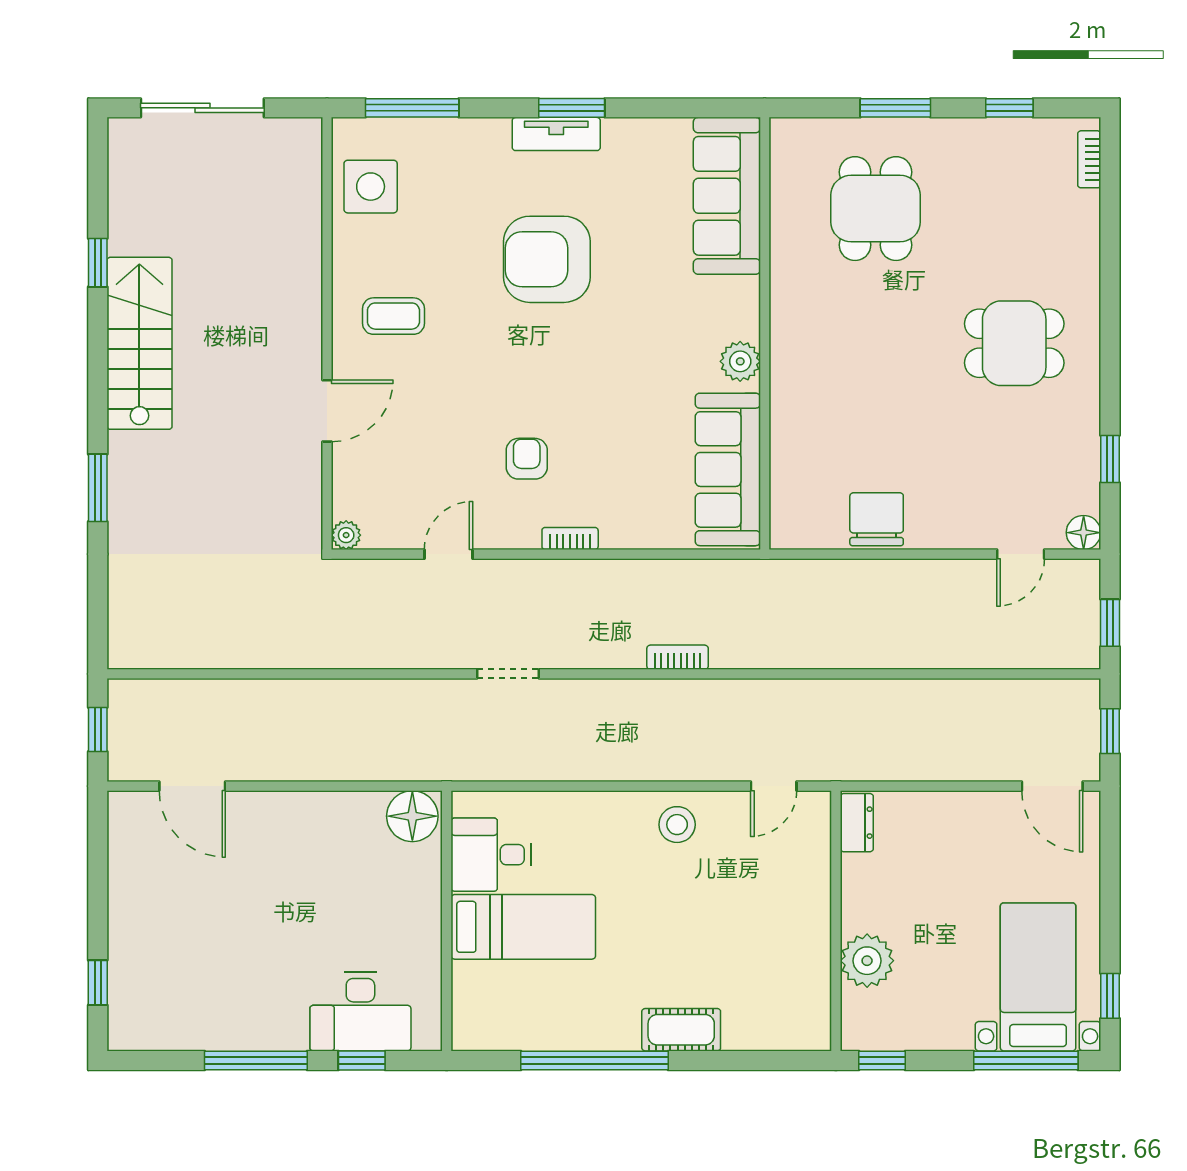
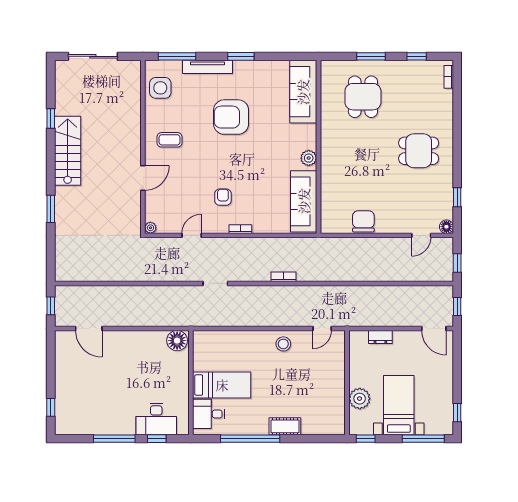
tv unit: (556, 134) -> (208, 67), moved, width x1.41
dresser: (857, 823) -> (380, 337), moved, turned 90
desk: (491, 855) -> (209, 414), moved
bed with nightstands: (1038, 977) -> (399, 405), moved

